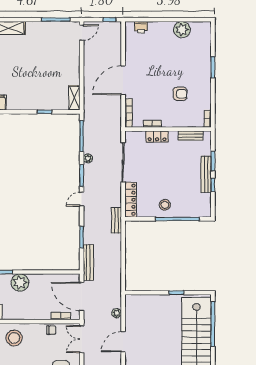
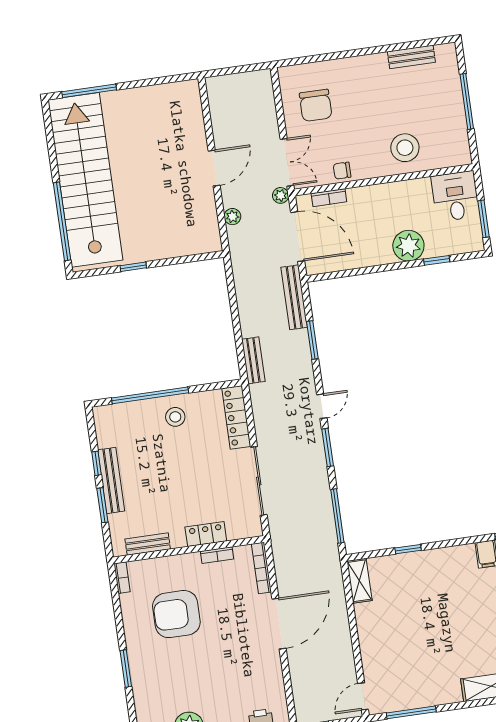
armchair: (180, 94) -> (176, 614), width x1.88, depth x1.88
plant: (88, 158) -> (281, 195), moved
bench: (116, 220) -> (253, 360), moved

